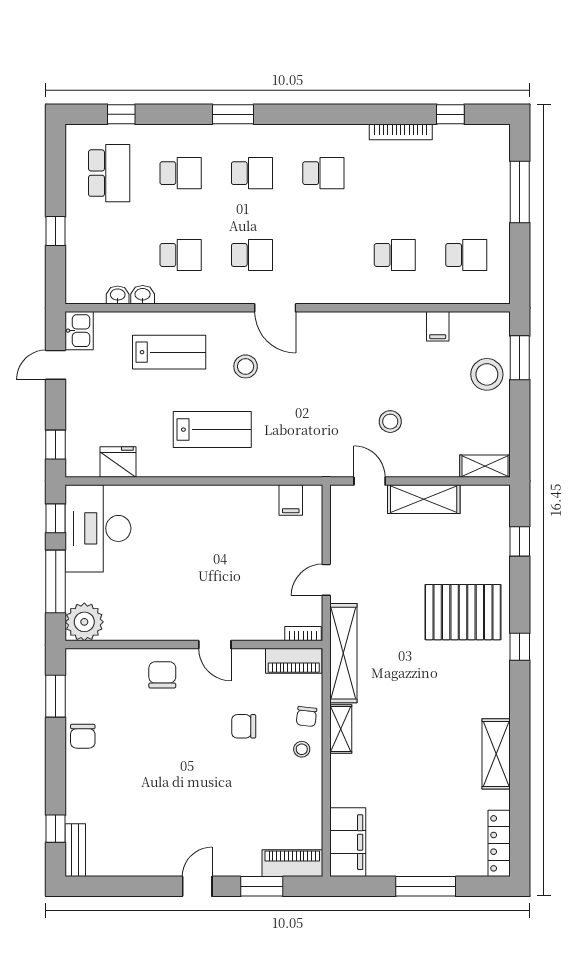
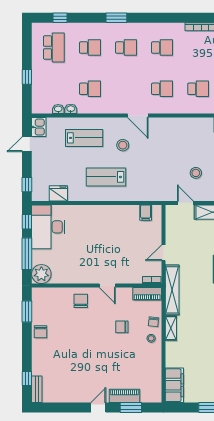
school desk: (252, 255) -> (162, 89), moved
lab bench: (212, 430) -> (106, 177), turned 180
piano: (292, 863) -> (124, 396), moved

